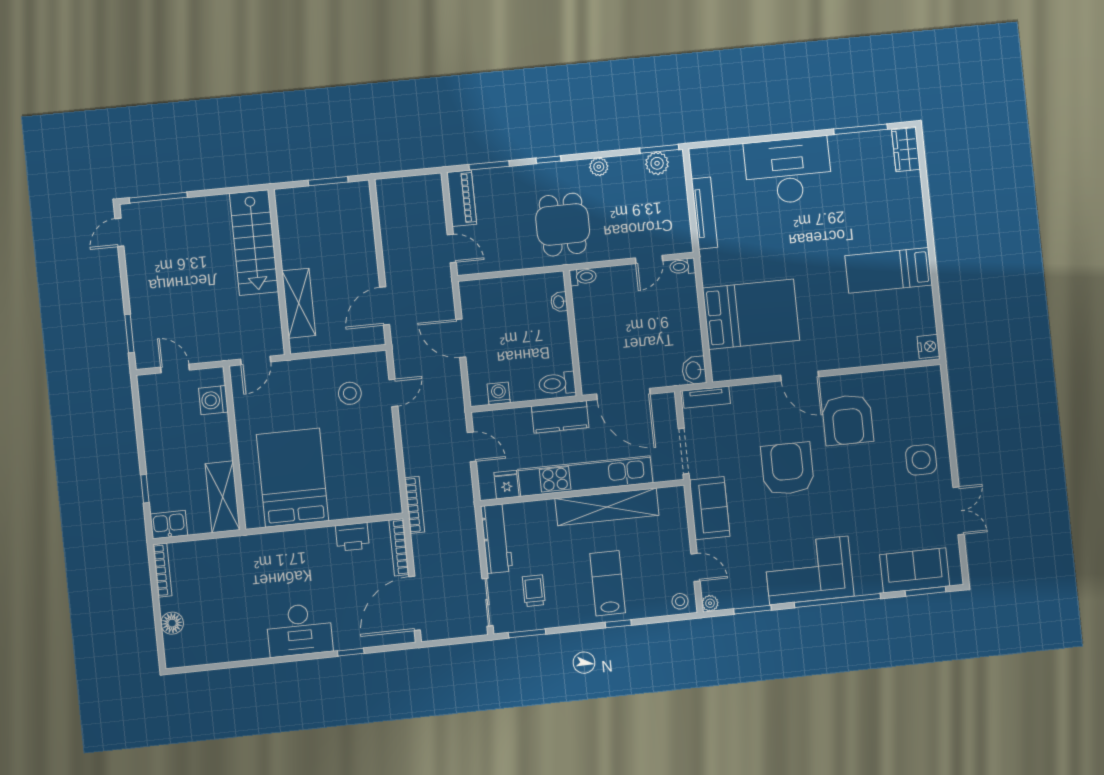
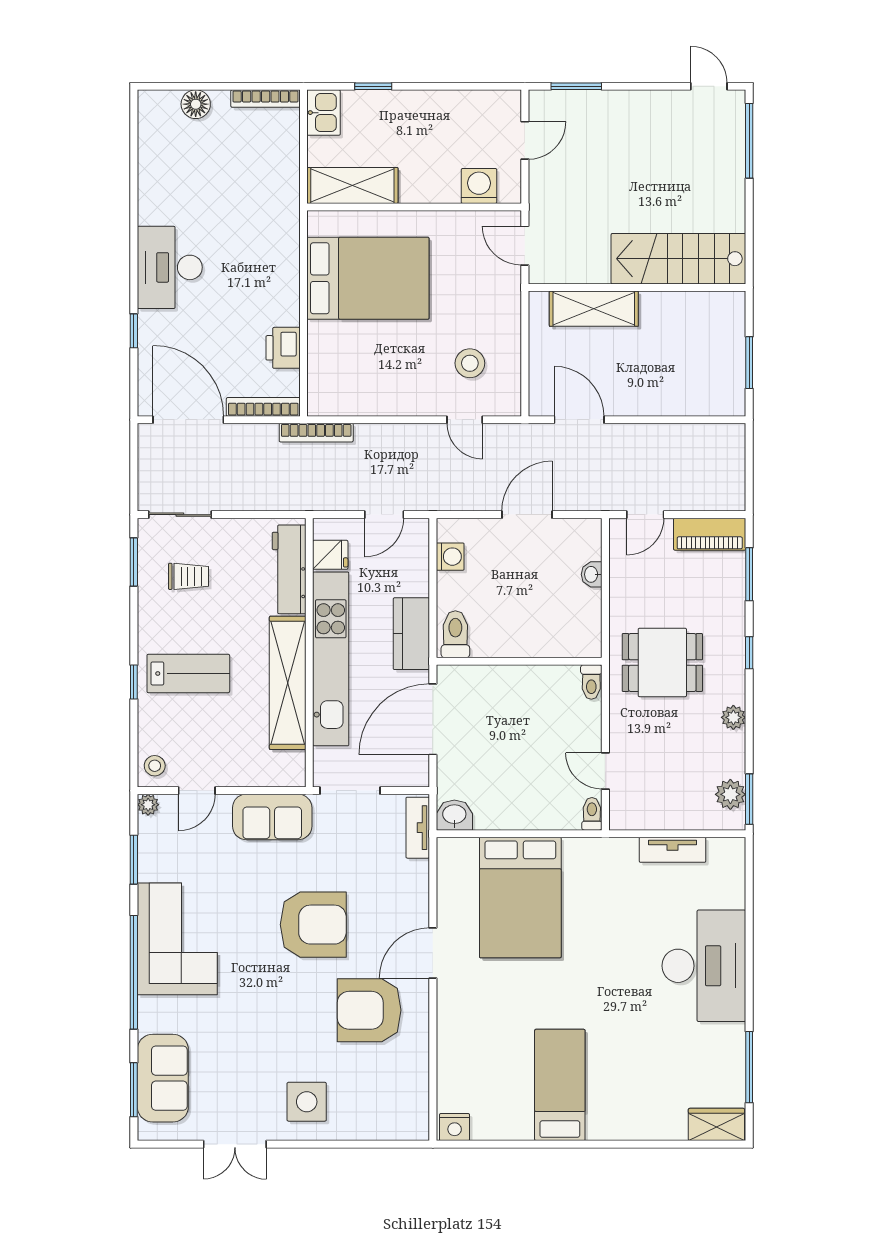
tv unit: (704, 213) -> (673, 850), width x0.71
washbasin: (559, 302) -> (592, 574), moved, turned -90
workbench: (497, 539) -> (289, 569), moved, turned 90

